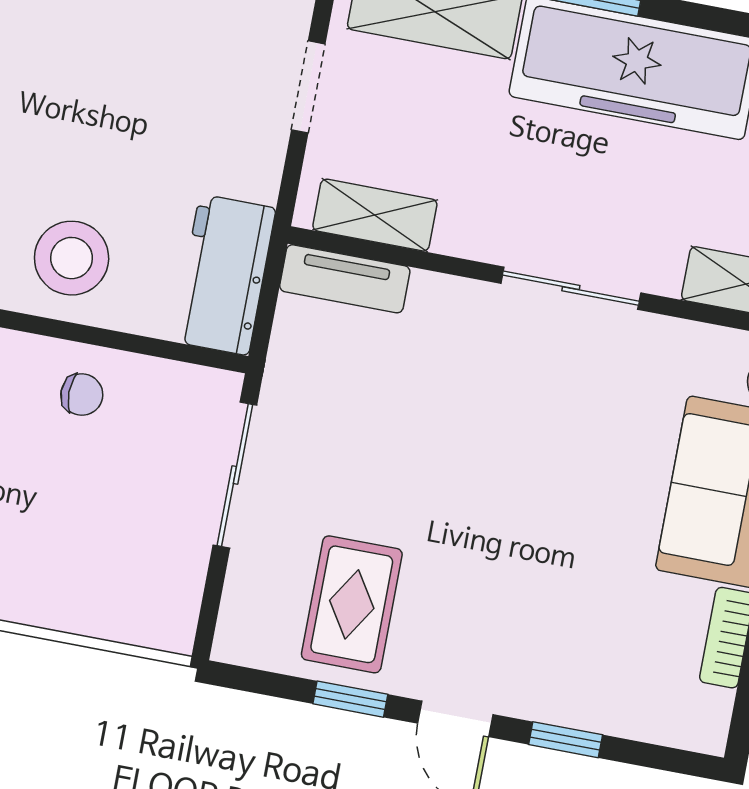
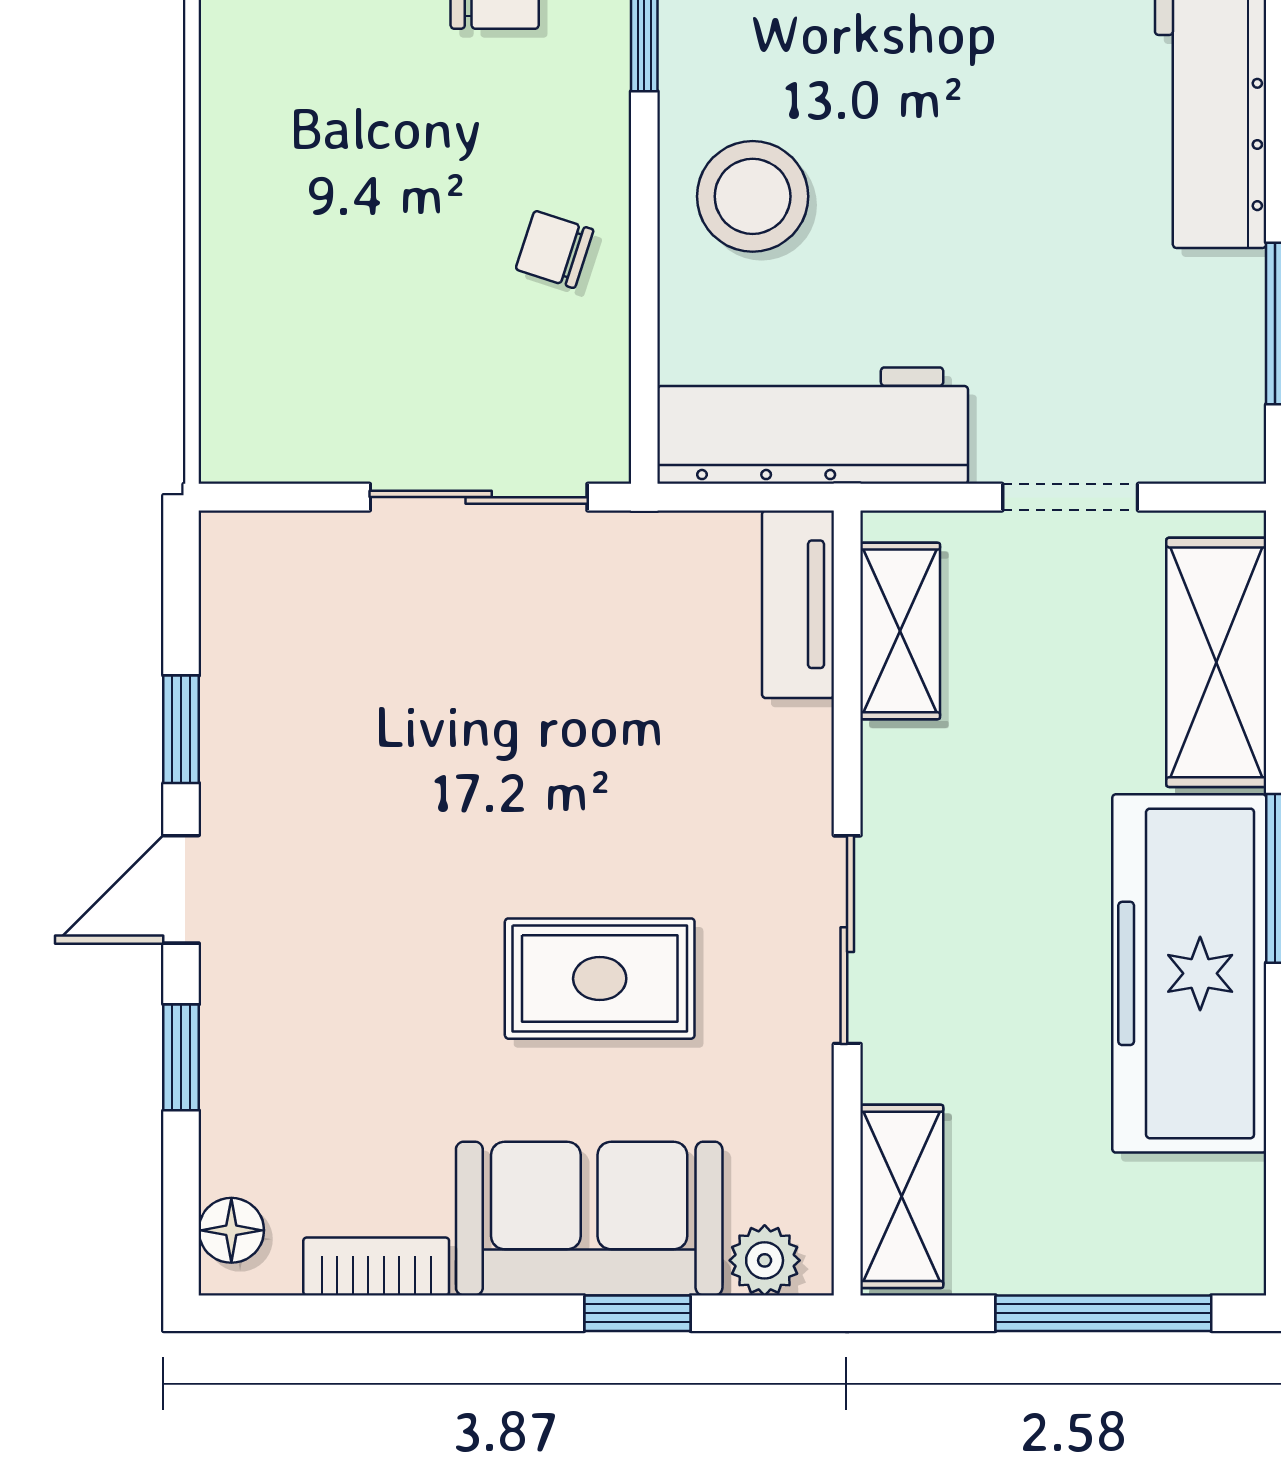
workbench: (224, 275) -> (813, 426), width x1.38
chair: (82, 395) -> (555, 249), turned 108
rug: (352, 604) -> (600, 979), moved
floor lamp: (685, 728) -> (231, 1230), added

